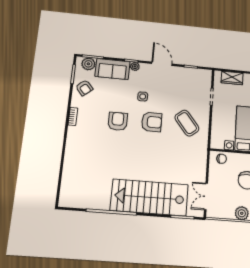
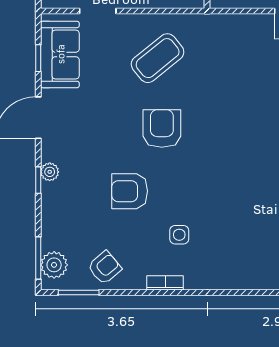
sofa: (112, 69) -> (60, 54), moved
side table: (143, 96) -> (179, 235), moved
armchair: (118, 121) -> (130, 191), moved

